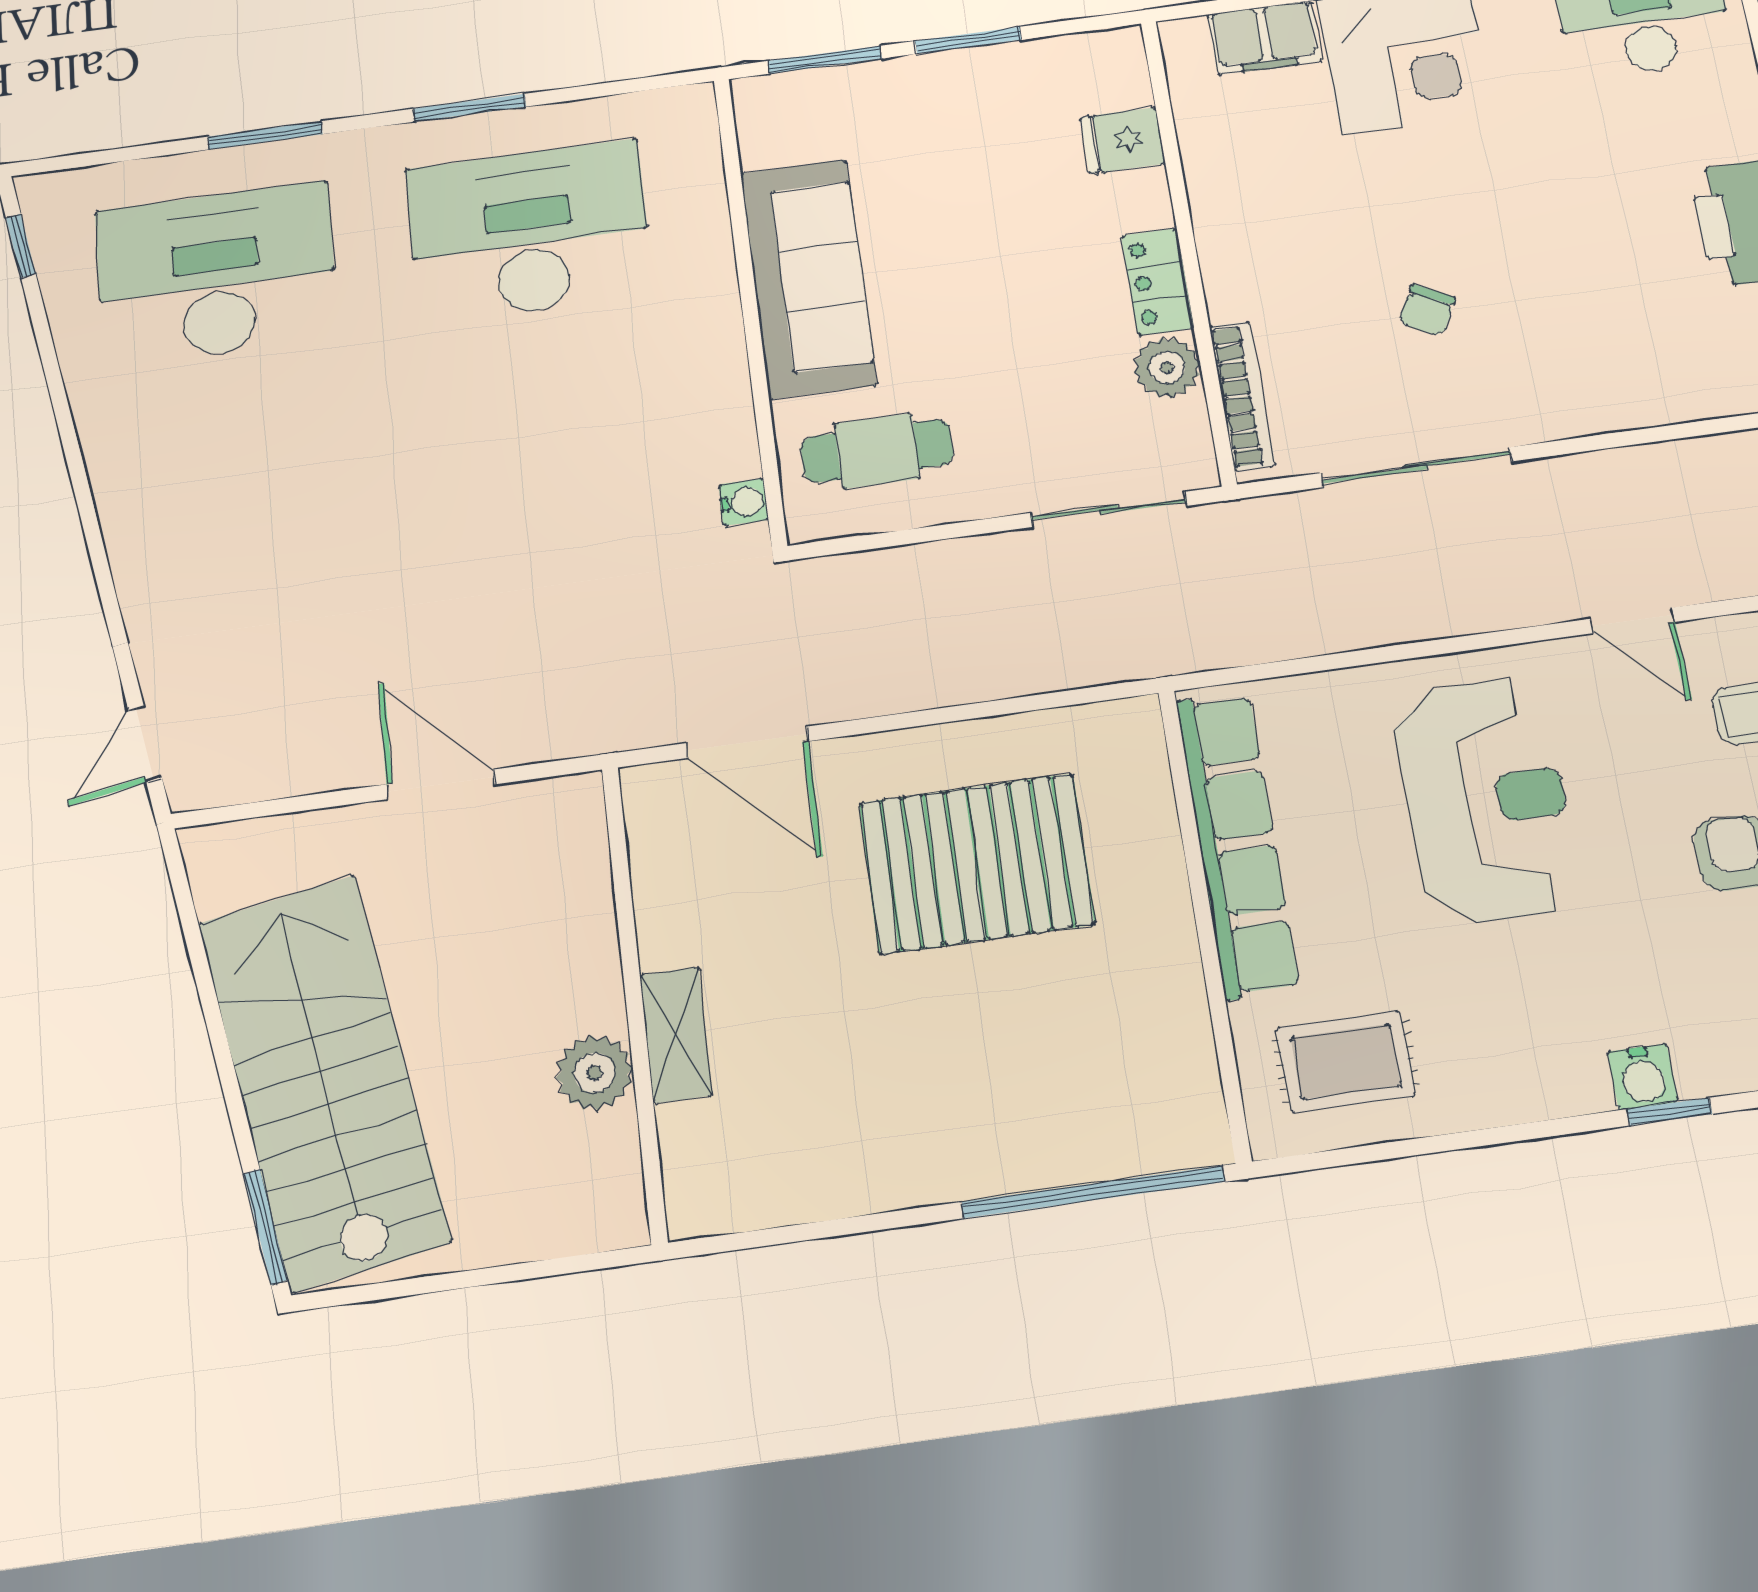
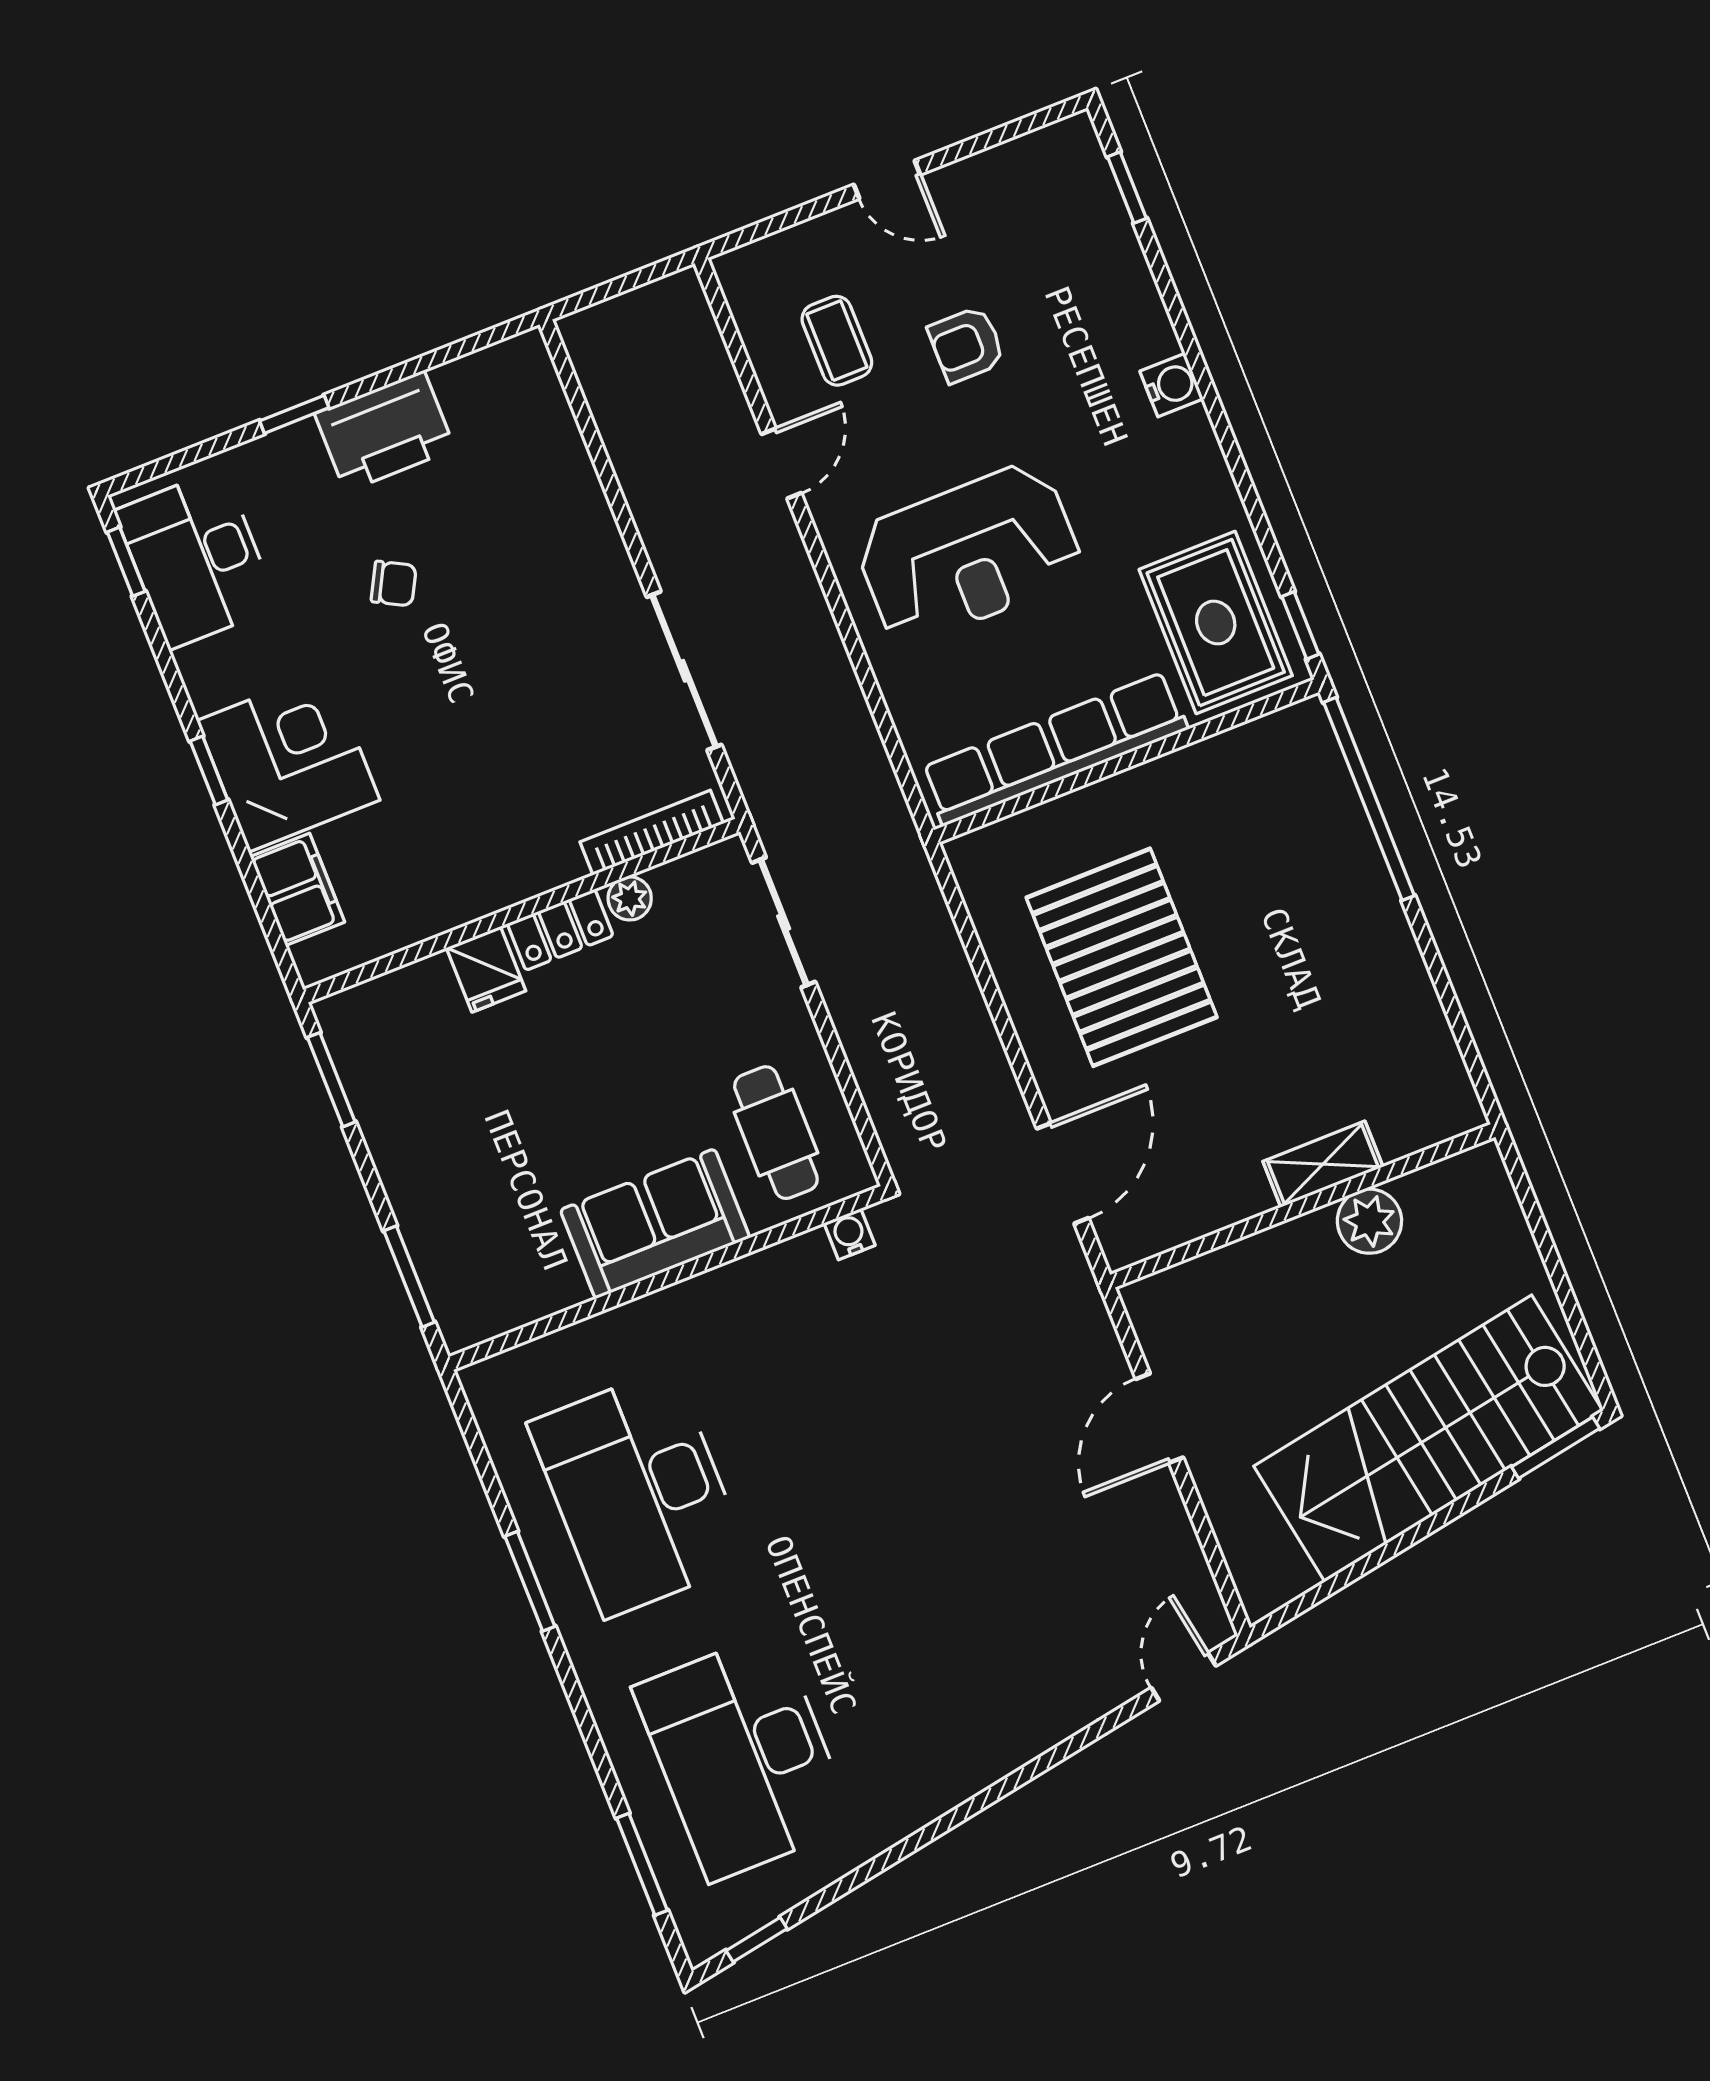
window: (968, 40) -> (331, 1080), moved
window: (265, 135) -> (642, 1864), moved
fridge: (1123, 140) -> (486, 969), moved
sofa: (808, 278) -> (655, 1224), width x0.73
chair: (1427, 310) -> (394, 584), moved
plant: (1167, 368) -> (630, 898), width x0.73, depth x0.73
door: (145, 744) -> (1184, 1677), swing flipped
reception desk: (1486, 800) -> (969, 554), turned 180
rug: (1346, 1062) -> (1216, 623), width x1.36, depth x1.43
window: (1669, 1112) -> (1300, 625), moved

